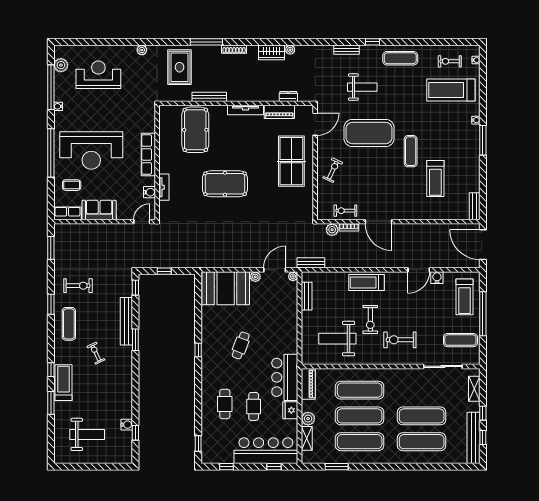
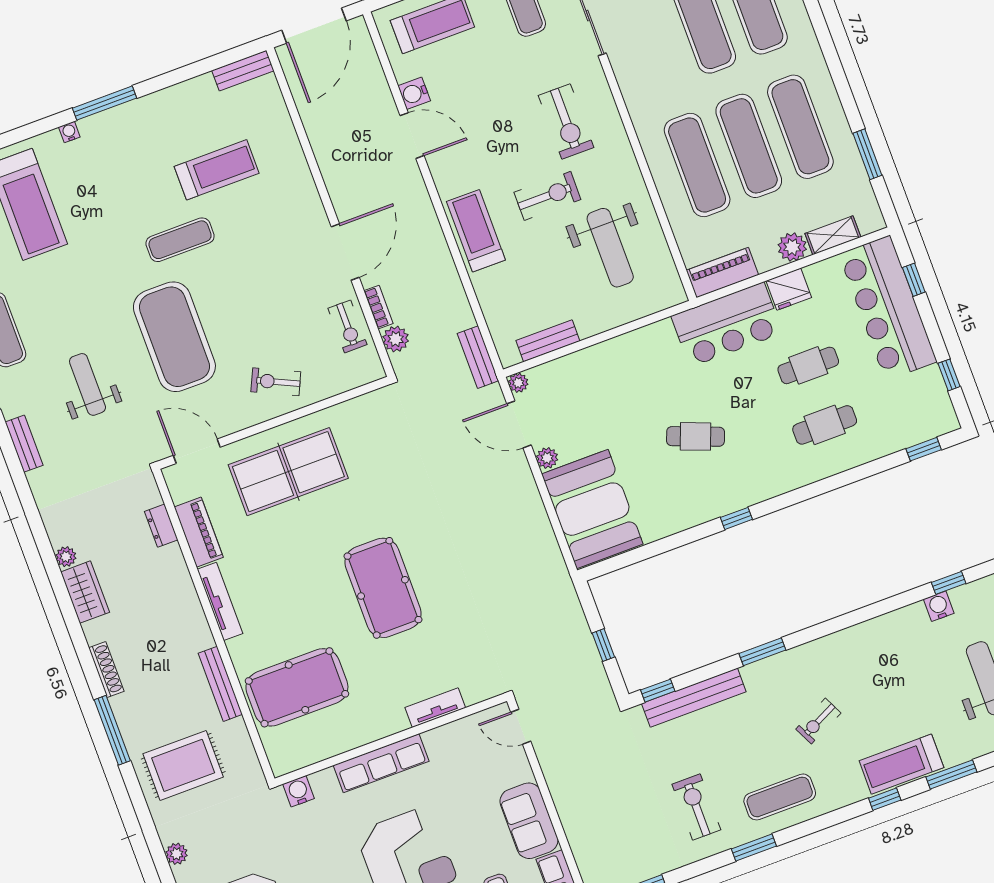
water cooler: (149, 192) -> (299, 791), moved
treadmill: (367, 282) -> (476, 231), turned 180
bench: (126, 321) -> (694, 698), moved

